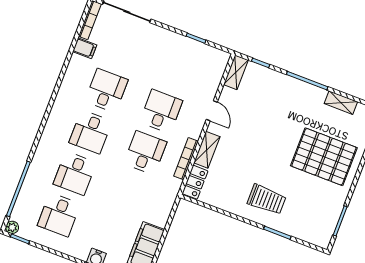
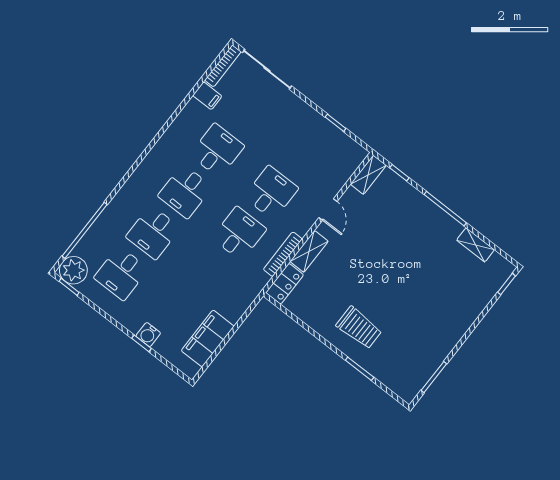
pallet: (324, 157) -> (438, 300), removed
plant: (12, 227) -> (73, 270), width x1.88, depth x1.88

